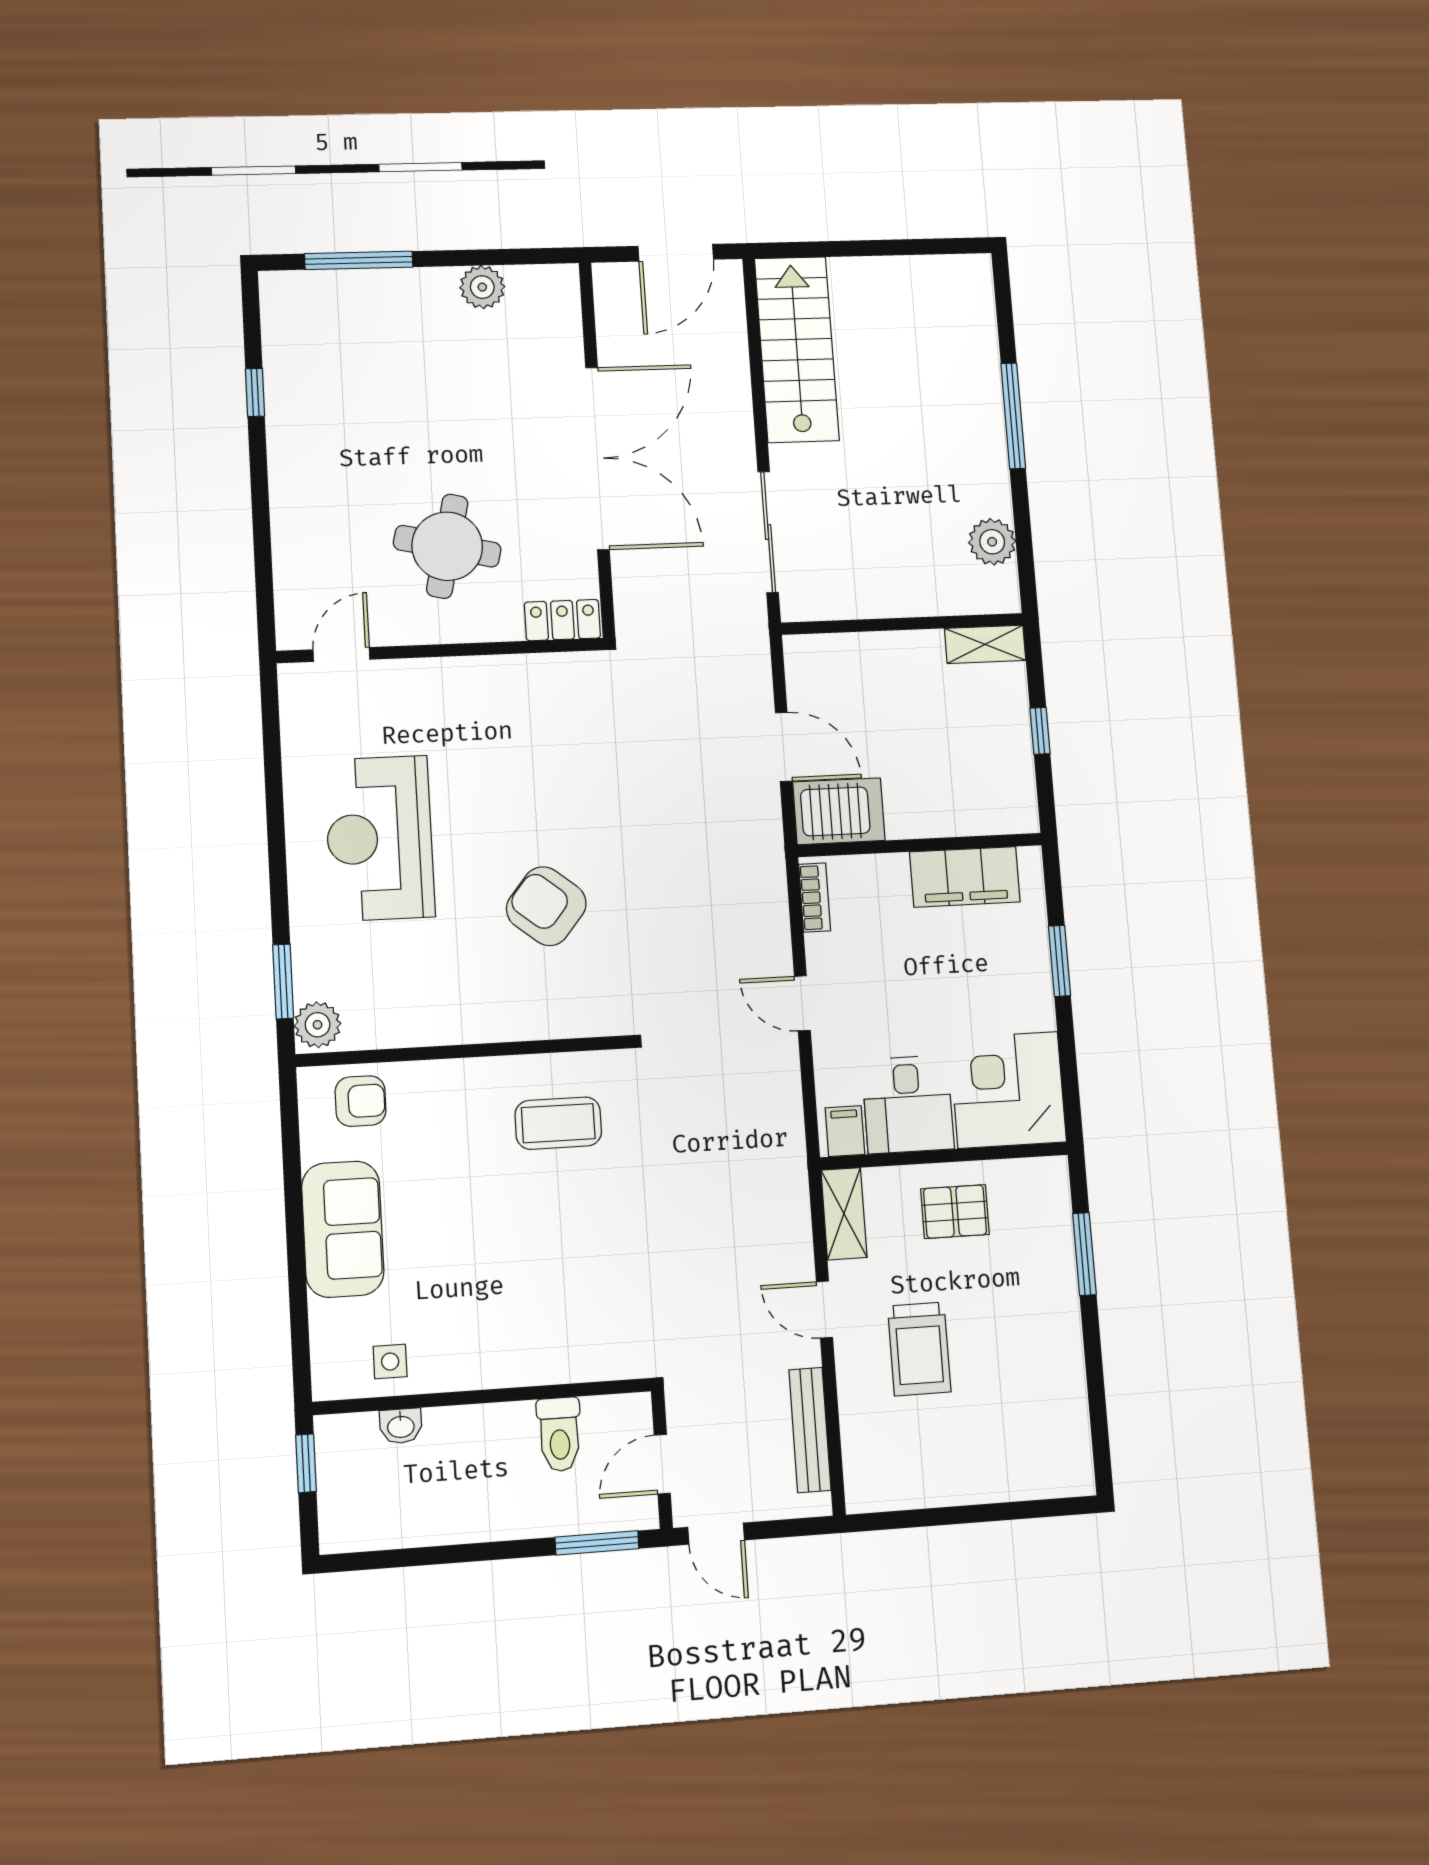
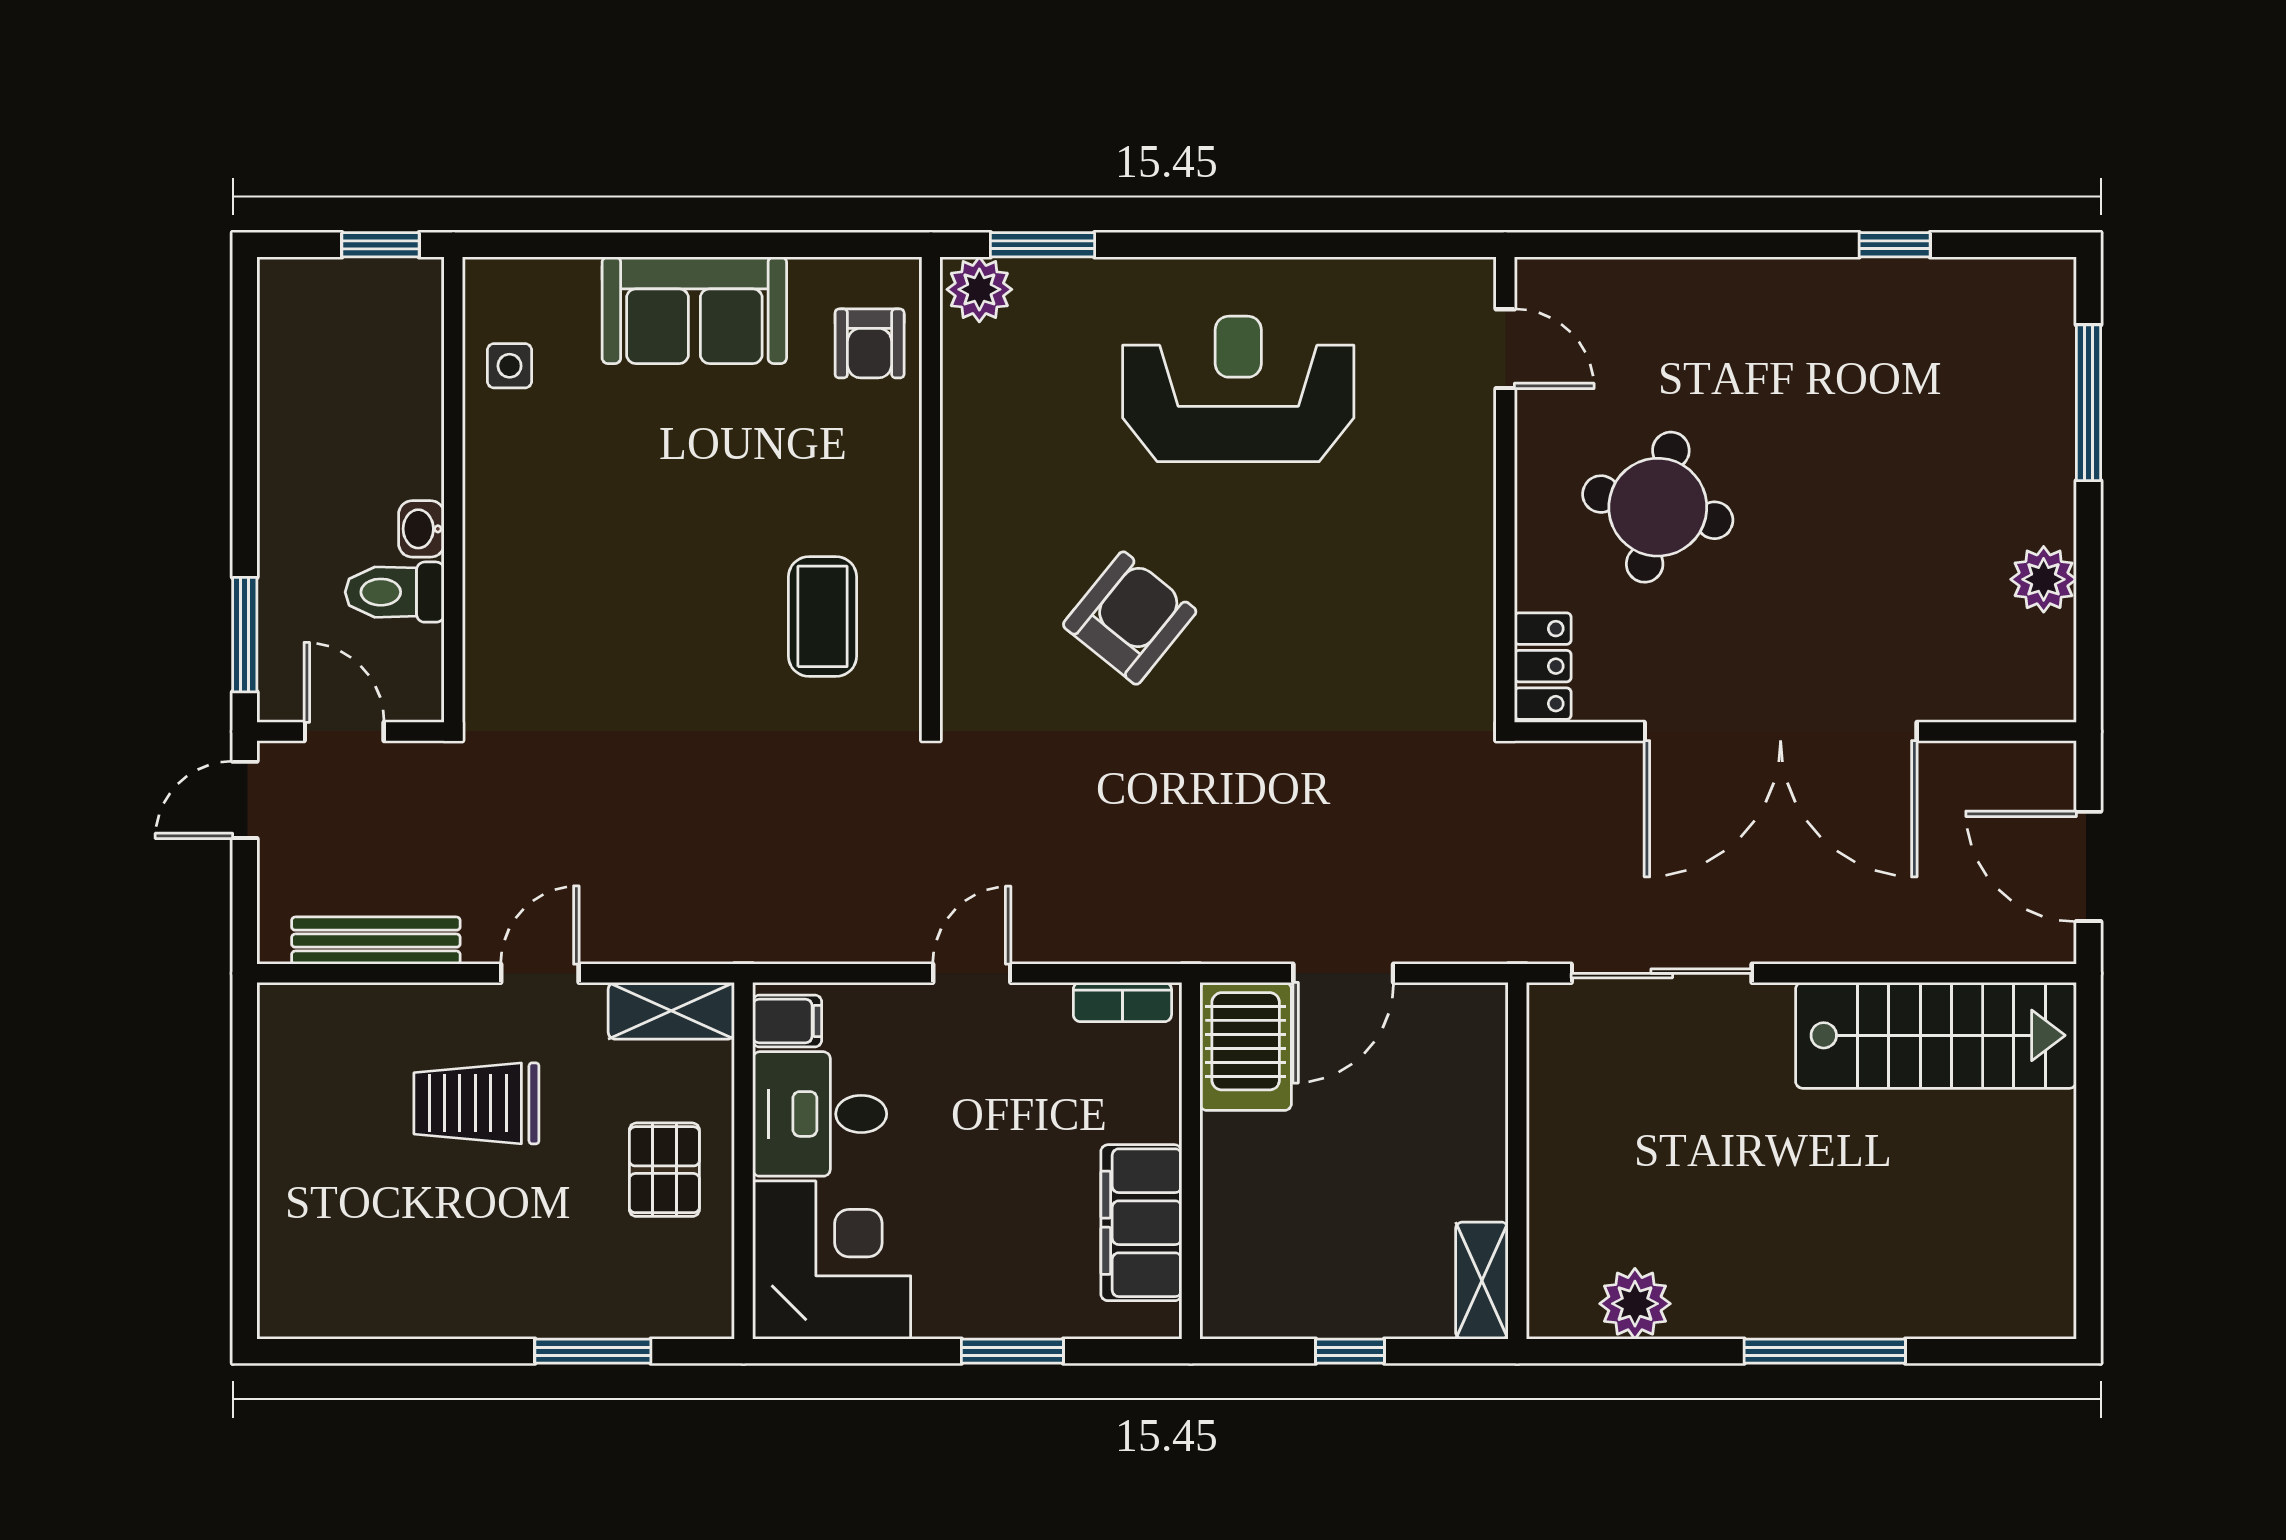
washbasin: (401, 1426) -> (421, 529), moved

